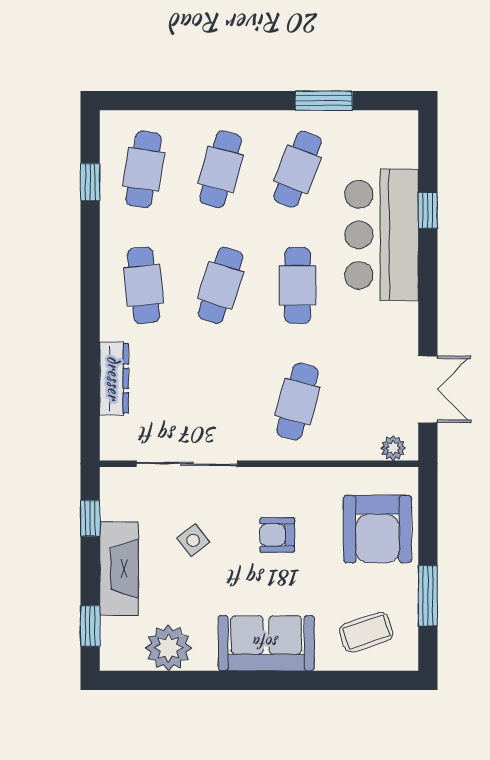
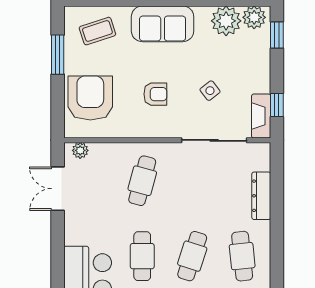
fireplace: (119, 569) -> (261, 116), moved, width x0.73, depth x0.76
plant: (125, 653) -> (254, 17), added

